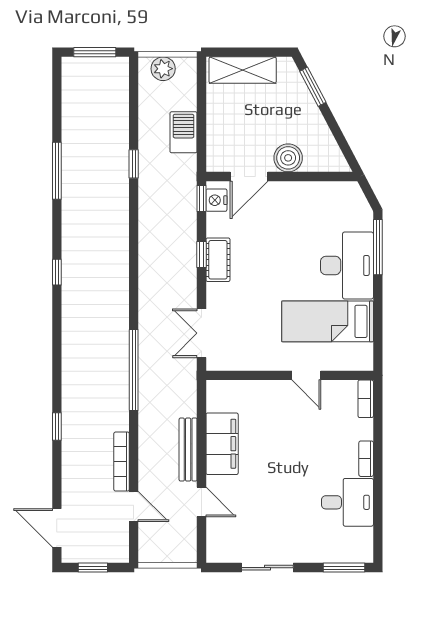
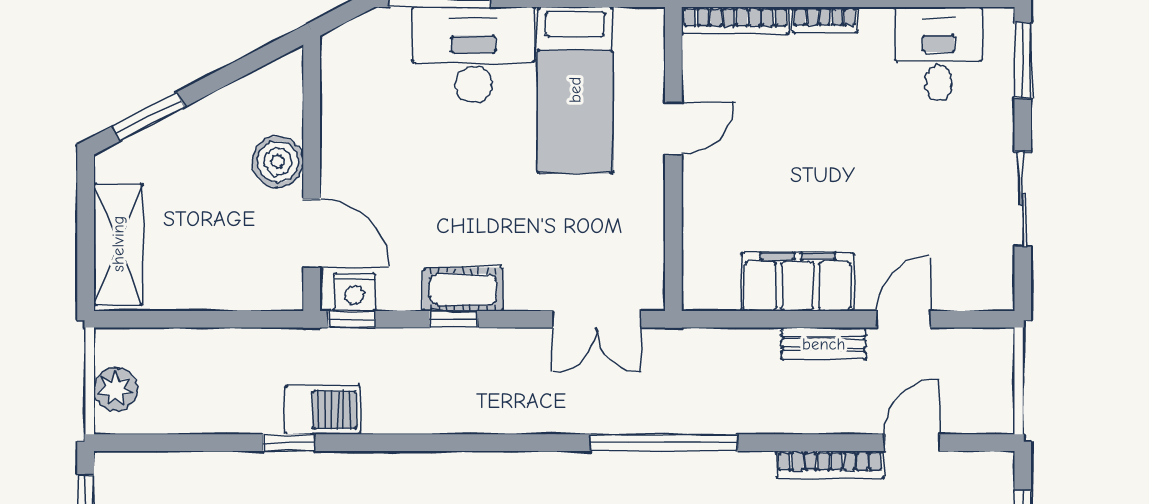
barbecue: (184, 132) -> (323, 410), moved, turned 180
bookcase: (366, 399) -> (735, 21), width x1.56
bench: (188, 450) -> (824, 344), width x0.73
desk: (347, 502) -> (939, 54), moved

